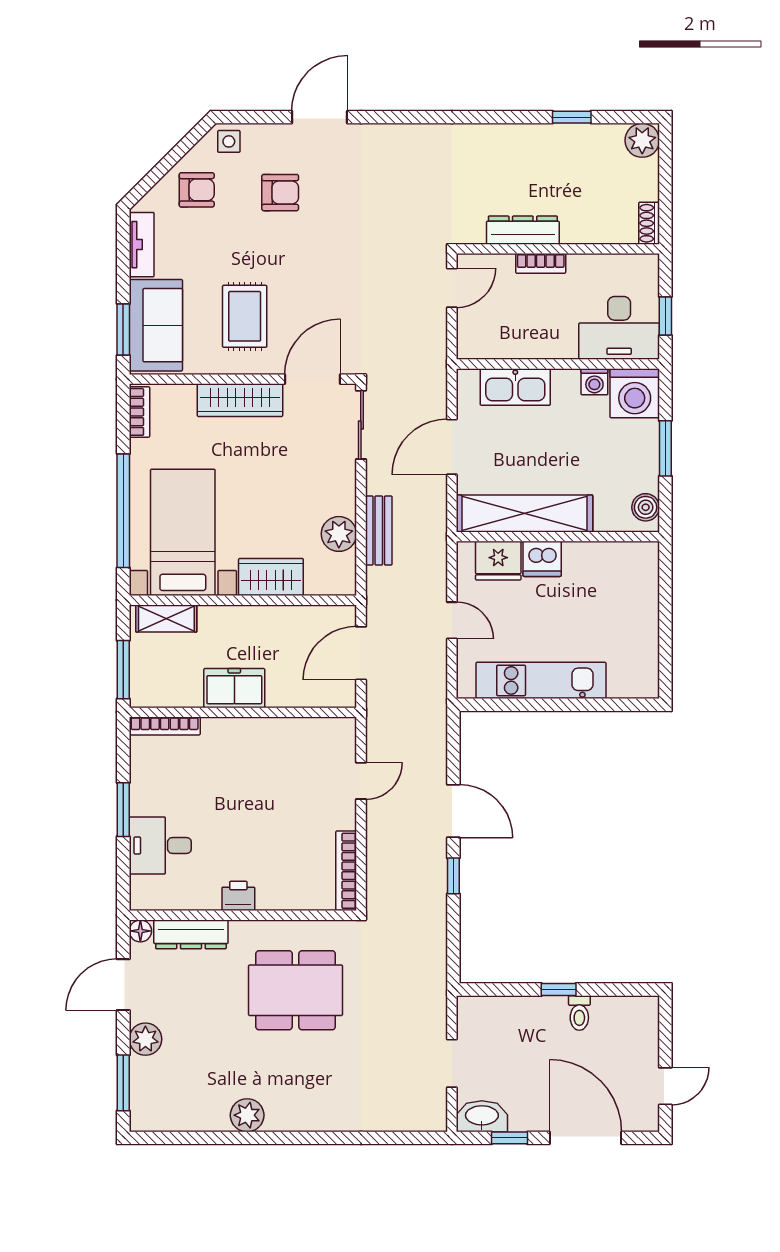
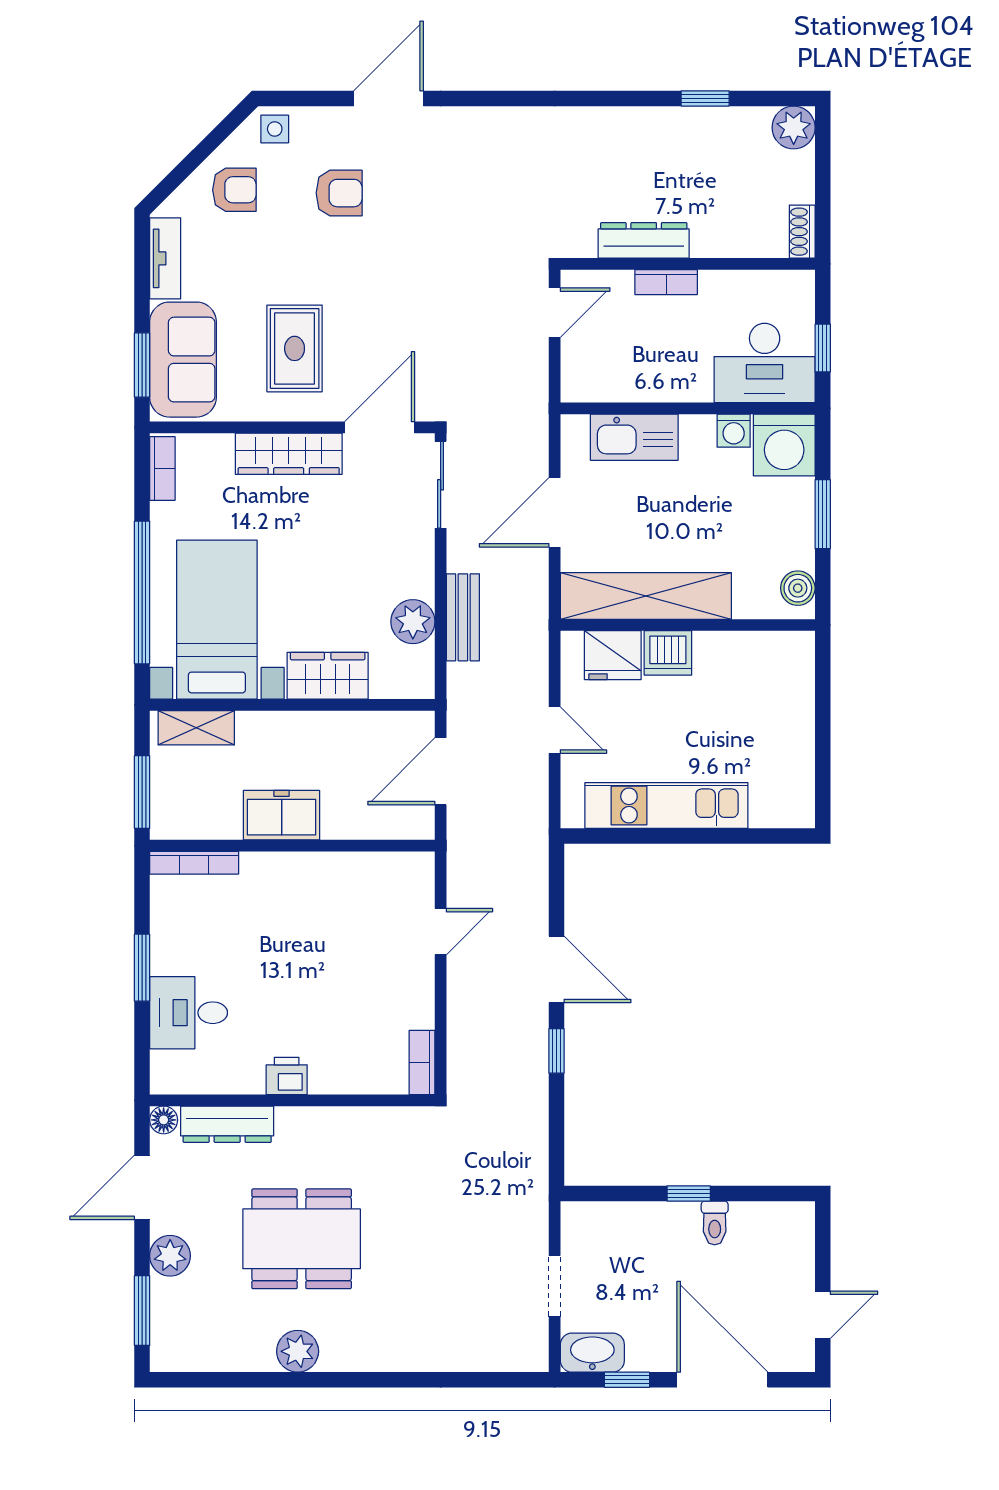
bookcase: (346, 871) -> (422, 1062), width x0.64
dining table: (296, 990) -> (302, 1239), moved

